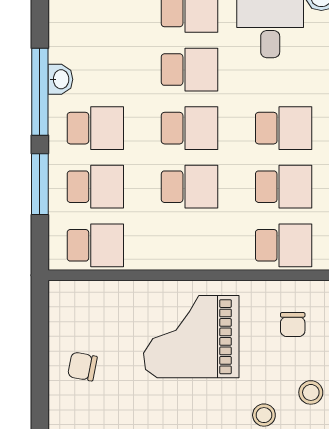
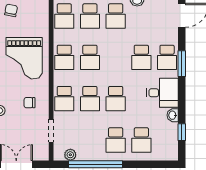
school desk: (189, 128) -> (64, 57), moved
grand piano: (191, 337) -> (24, 58), turned 180

